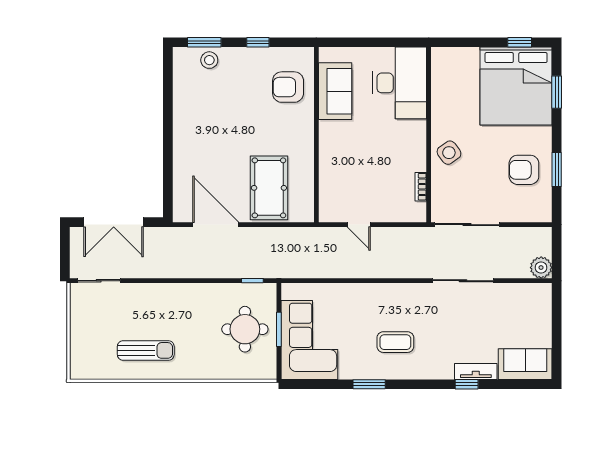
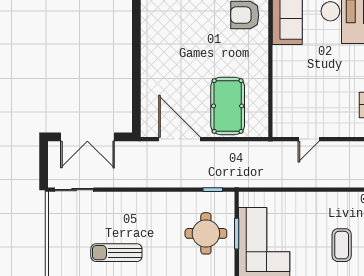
door: (359, 225) -> (309, 139), hinge flipped
coffee table: (395, 342) -> (342, 245), turned 90
sun lounger: (146, 350) -> (116, 253), turned 180

